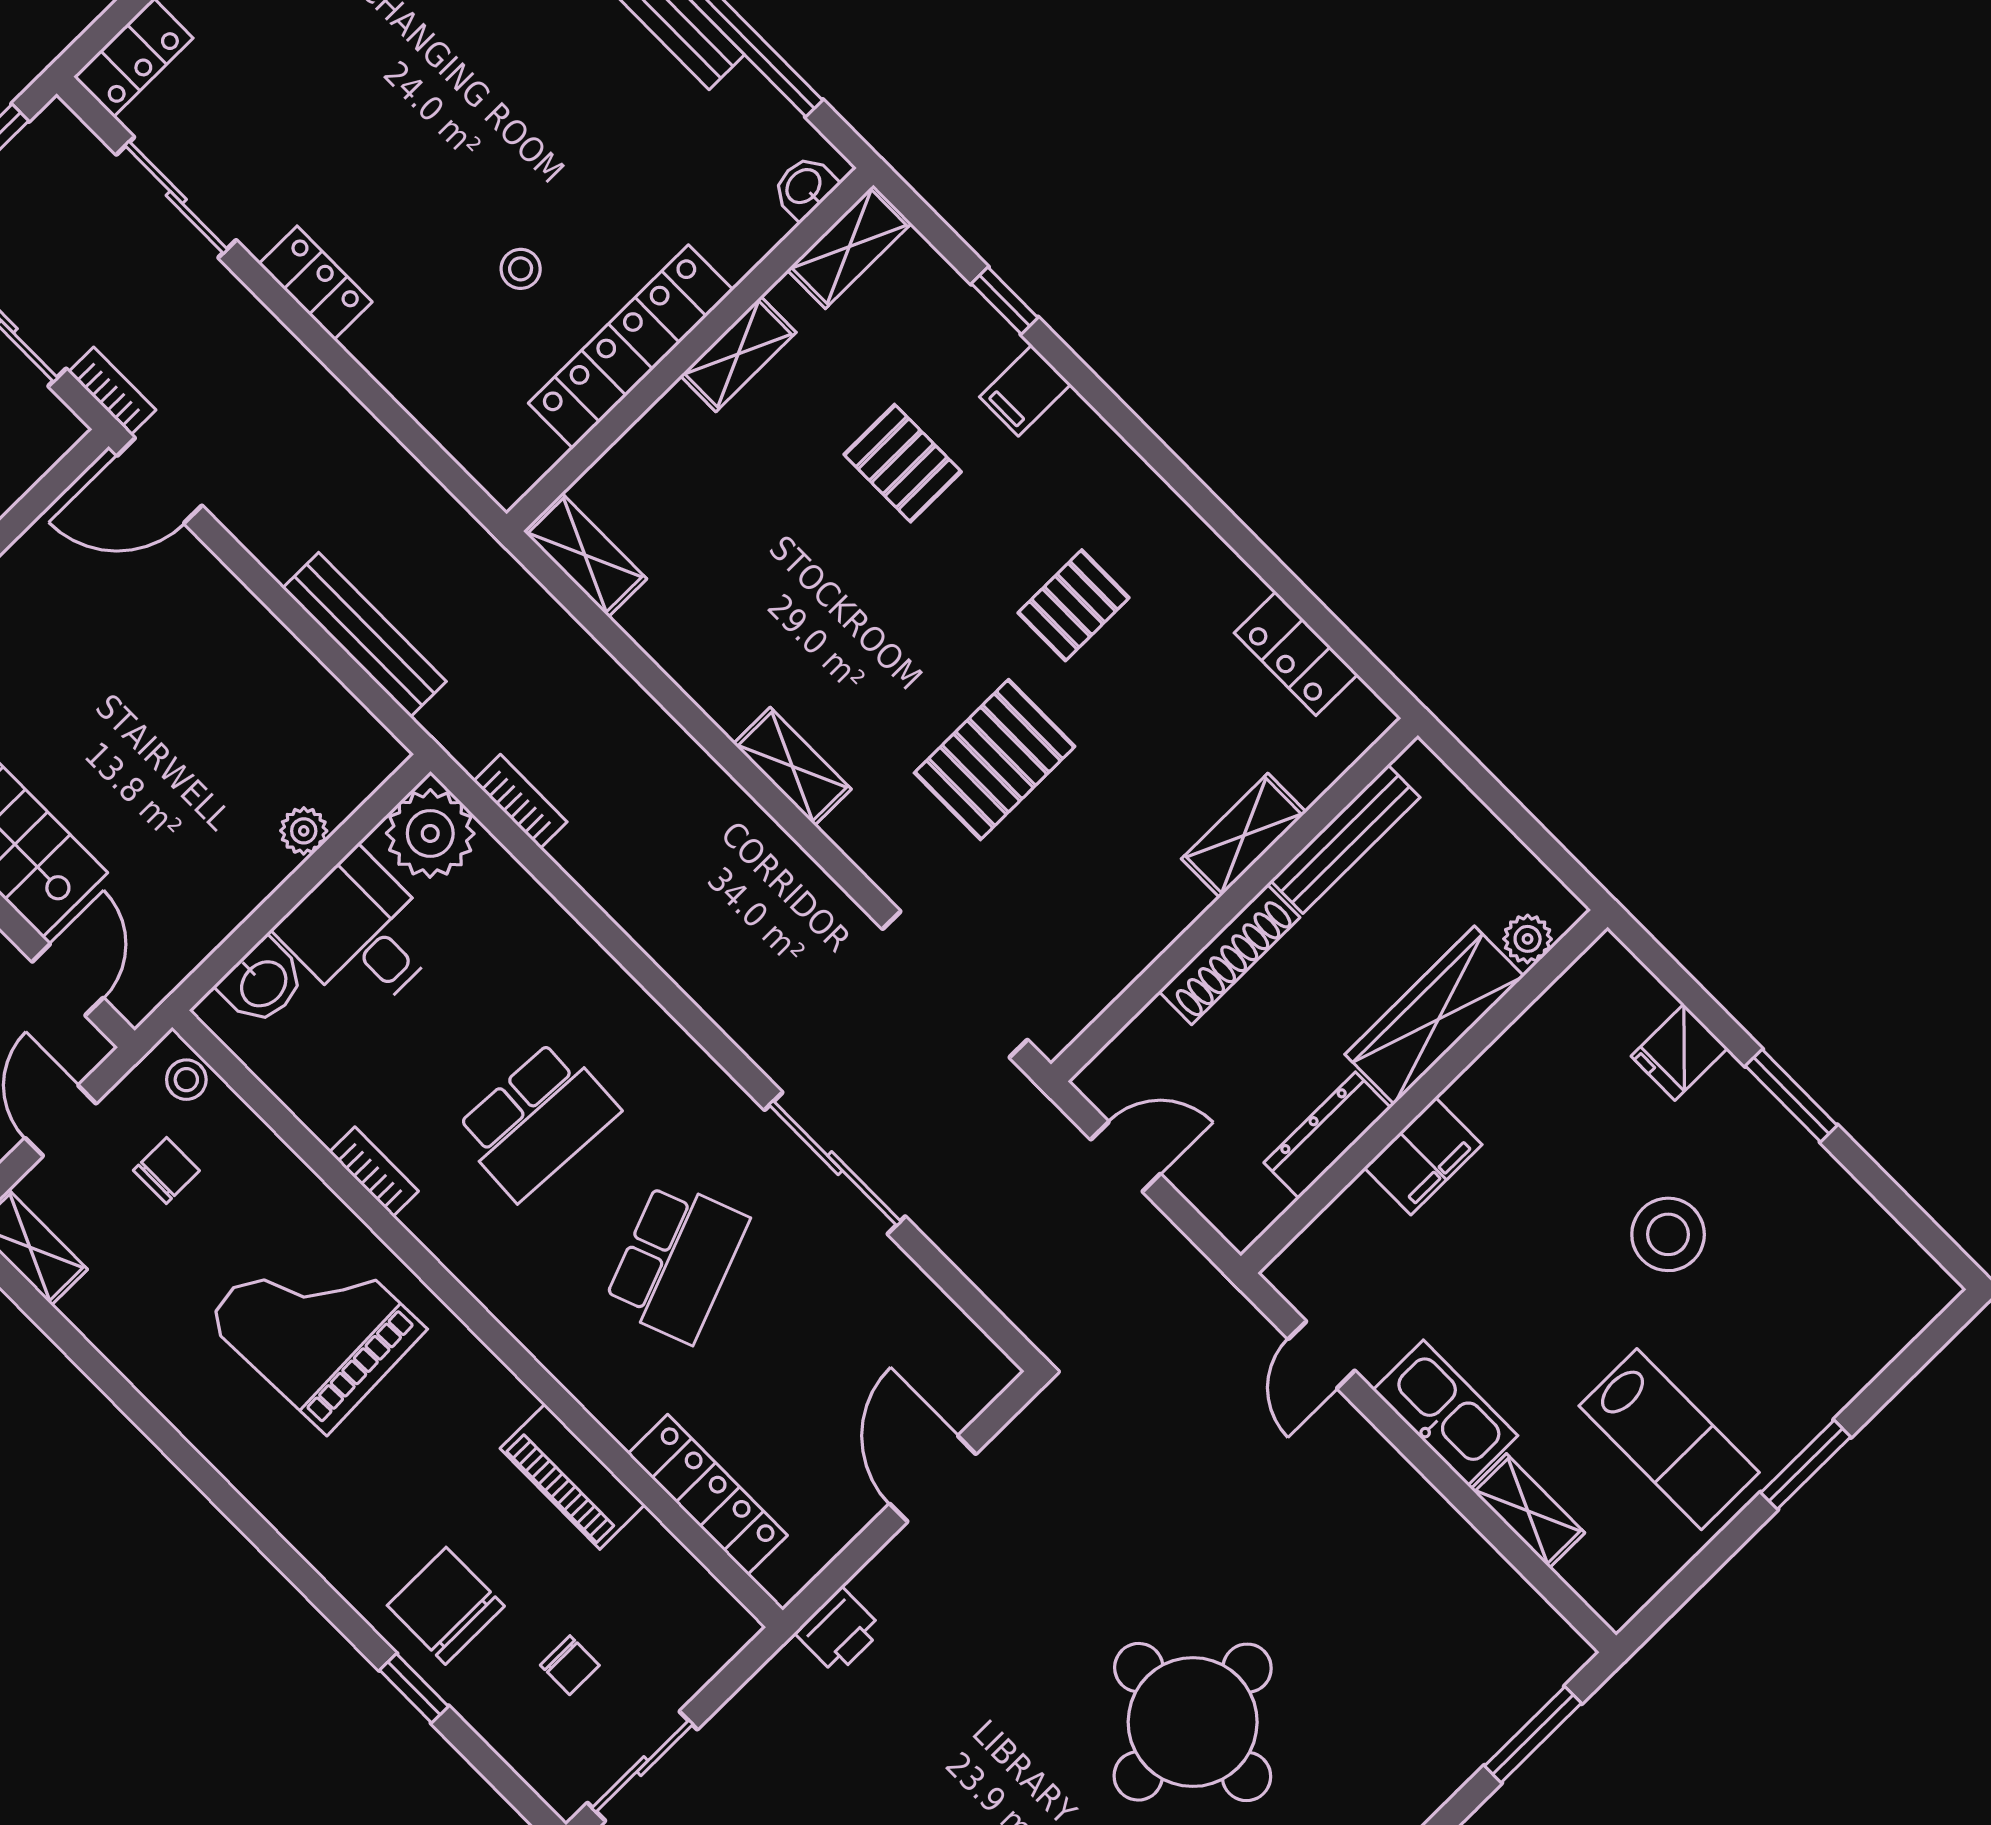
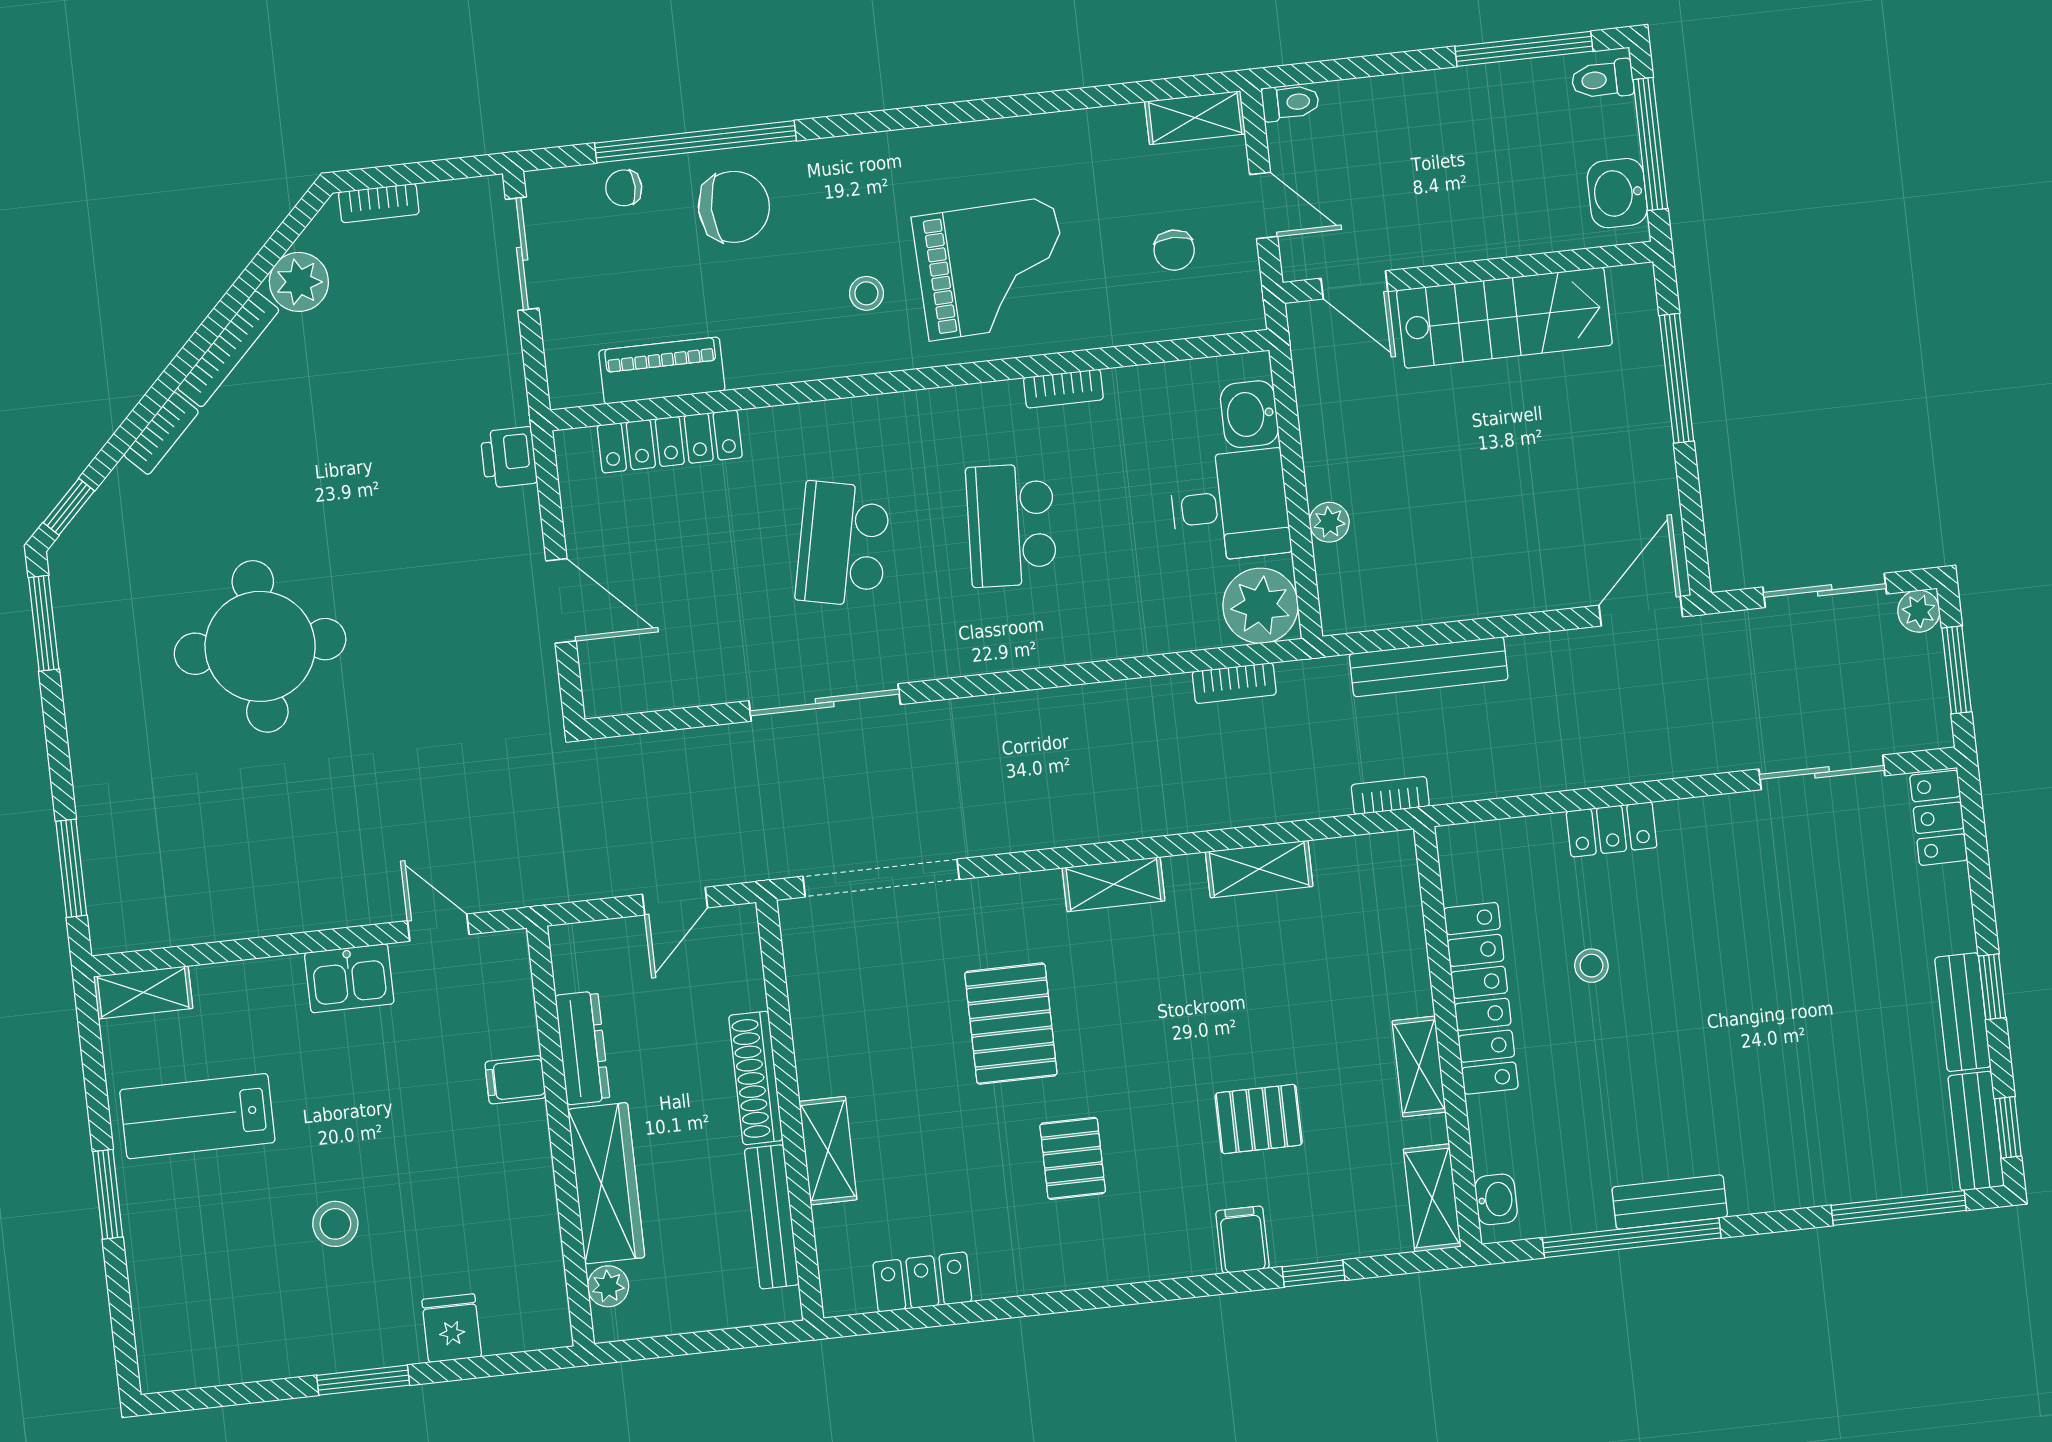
locker: (315, 283) -> (1612, 829), moved
bookcase: (112, 391) -> (1390, 795), moved, turned 180
shelving: (585, 555) -> (1259, 869), moved
stool: (186, 1080) -> (866, 293), moved
filing cabinet: (1423, 1156) -> (515, 1080), width x0.50
stool: (1668, 1234) -> (335, 1224), width x0.73, depth x0.73
school desk: (676, 1261) -> (843, 544), turned 33
kitchen sink: (1445, 1413) -> (349, 978), width x0.73
piano: (572, 1477) -> (662, 371), moved
shelving: (1528, 1511) -> (143, 992), moved
chair: (570, 1665) -> (624, 188), moved
window: (414, 1688) -> (695, 142), width x3.17

